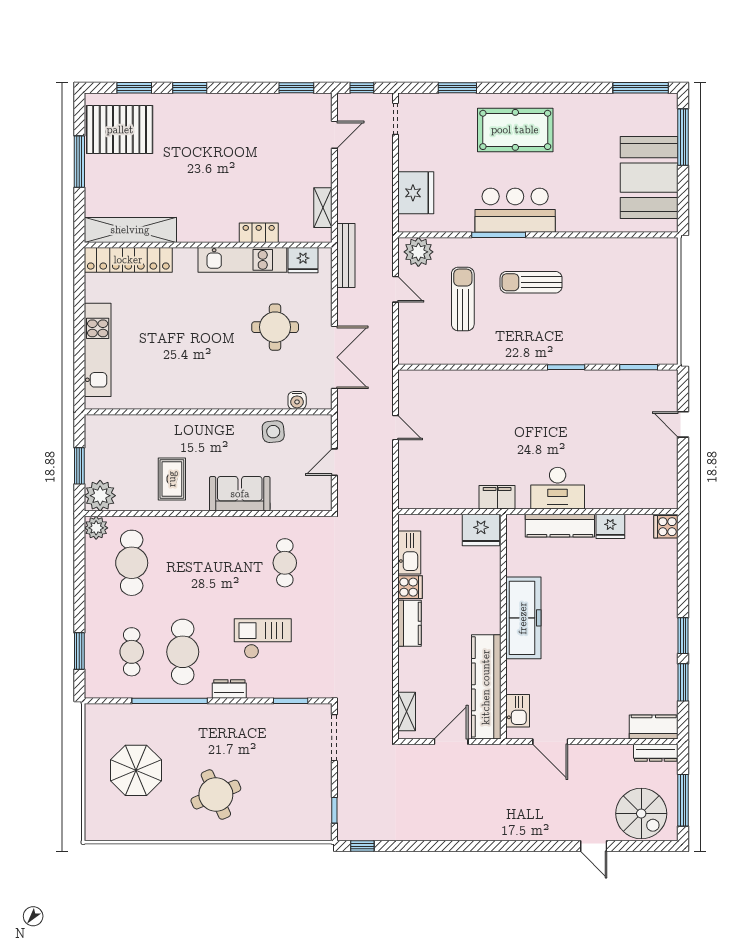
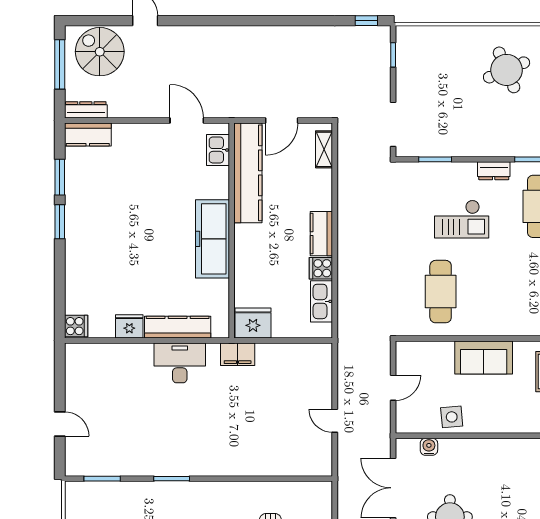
cafe table: (285, 563) -> (441, 292), width x1.37, depth x1.35

